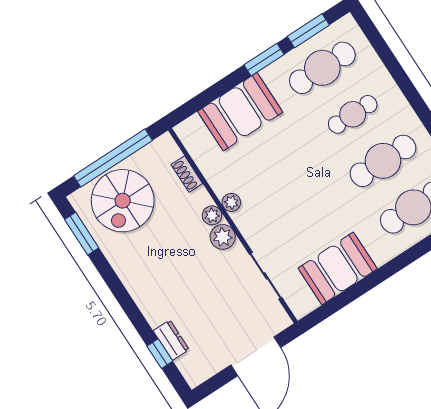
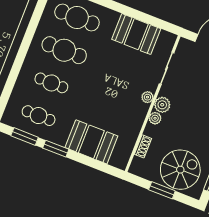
cafe table: (322, 68) -> (39, 116), width x0.73, depth x0.74
window: (113, 158) -> (162, 190), width x0.47
plant: (231, 202) -> (147, 97), moved

